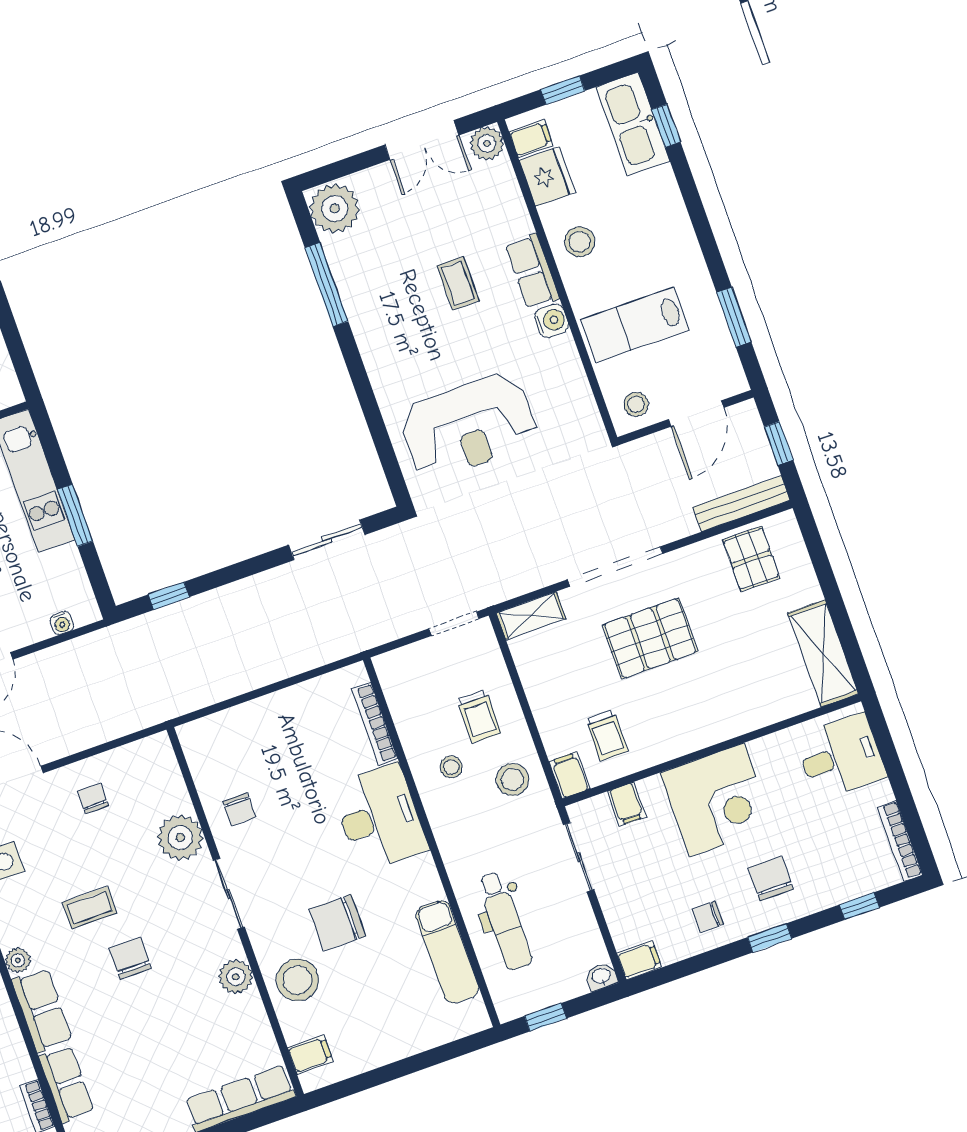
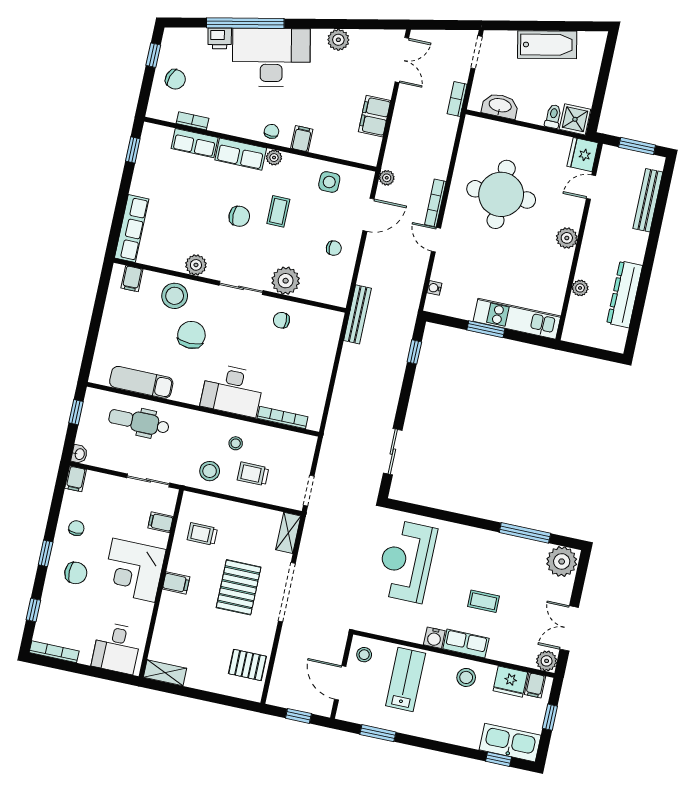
bench: (741, 504) -> (358, 314), moved
shelving: (823, 653) -> (165, 673), width x0.67, depth x0.75
filing cabinet: (570, 775) -> (176, 583), moved

